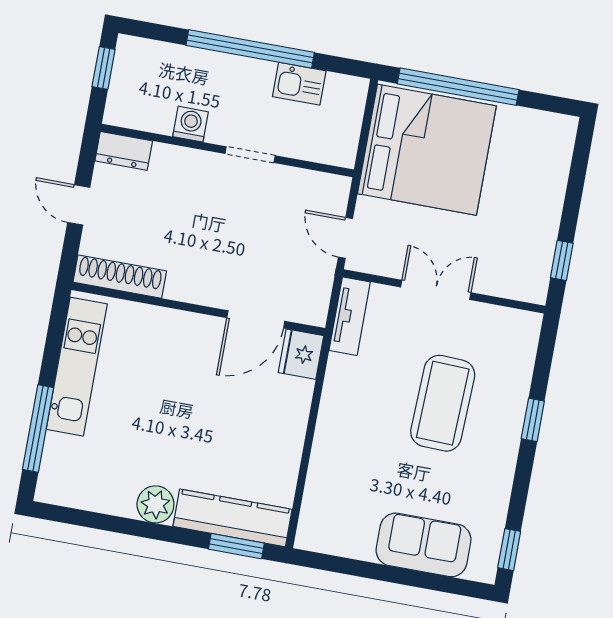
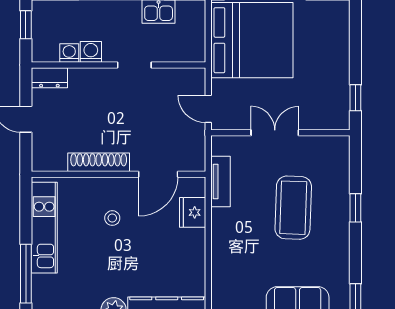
washing machine: (159, 120) -> (69, 53), added
shoe rack: (120, 277) -> (99, 162), moved
tv unit: (350, 316) -> (220, 181), moved
fridge: (301, 354) -> (193, 212), moved
stool: (178, 371) -> (112, 218), added

